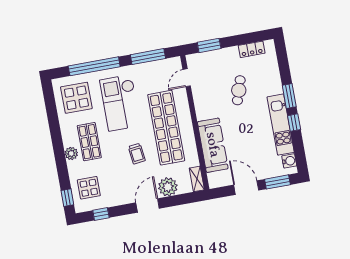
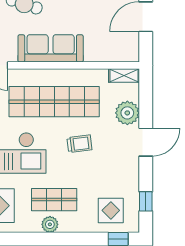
sofa: (213, 145) -> (51, 48), moved
plant: (71, 153) -> (50, 224), moved
door: (148, 205) -> (146, 142), swing flipped

